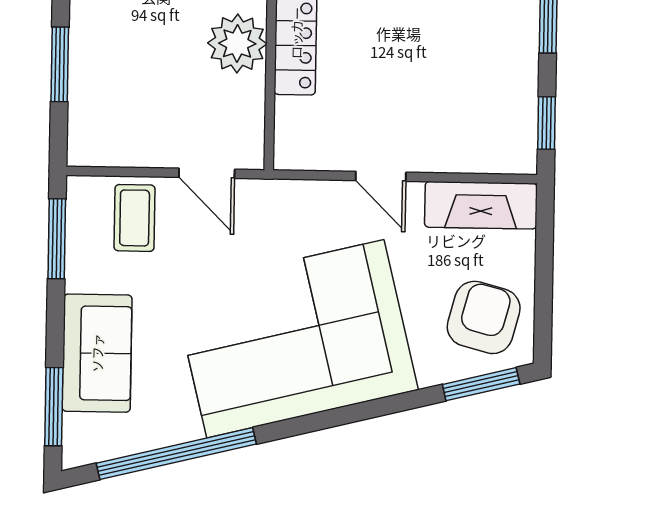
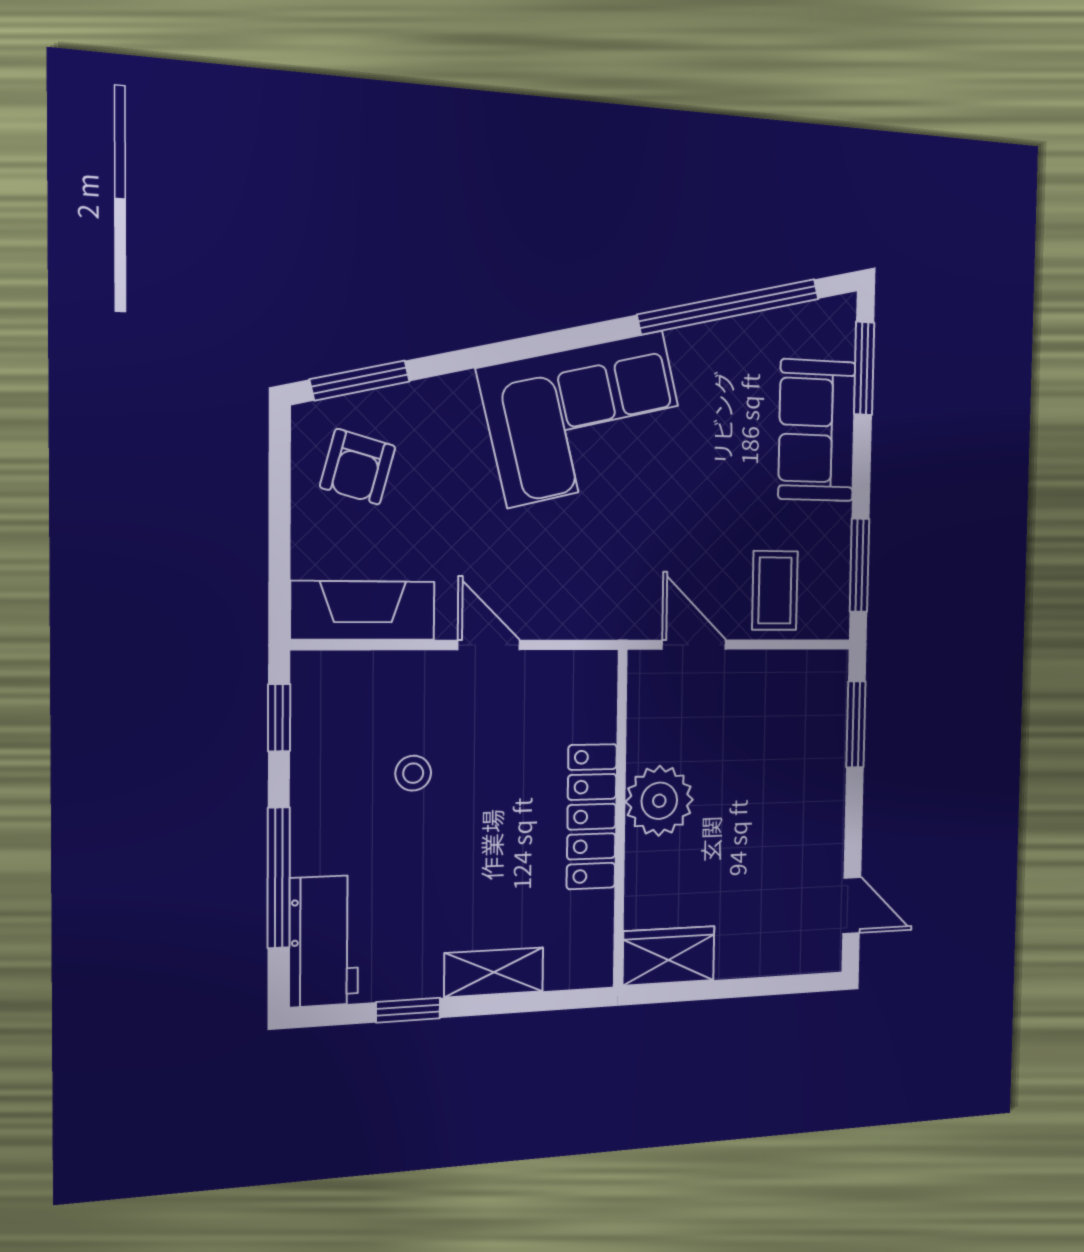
window: (60, 64) -> (856, 724), moved
stool: (443, 75) -> (413, 773), added
armchair: (484, 317) -> (358, 467), width x0.72, depth x0.72
corner sofa: (295, 339) -> (585, 419), width x0.73, depth x0.74

